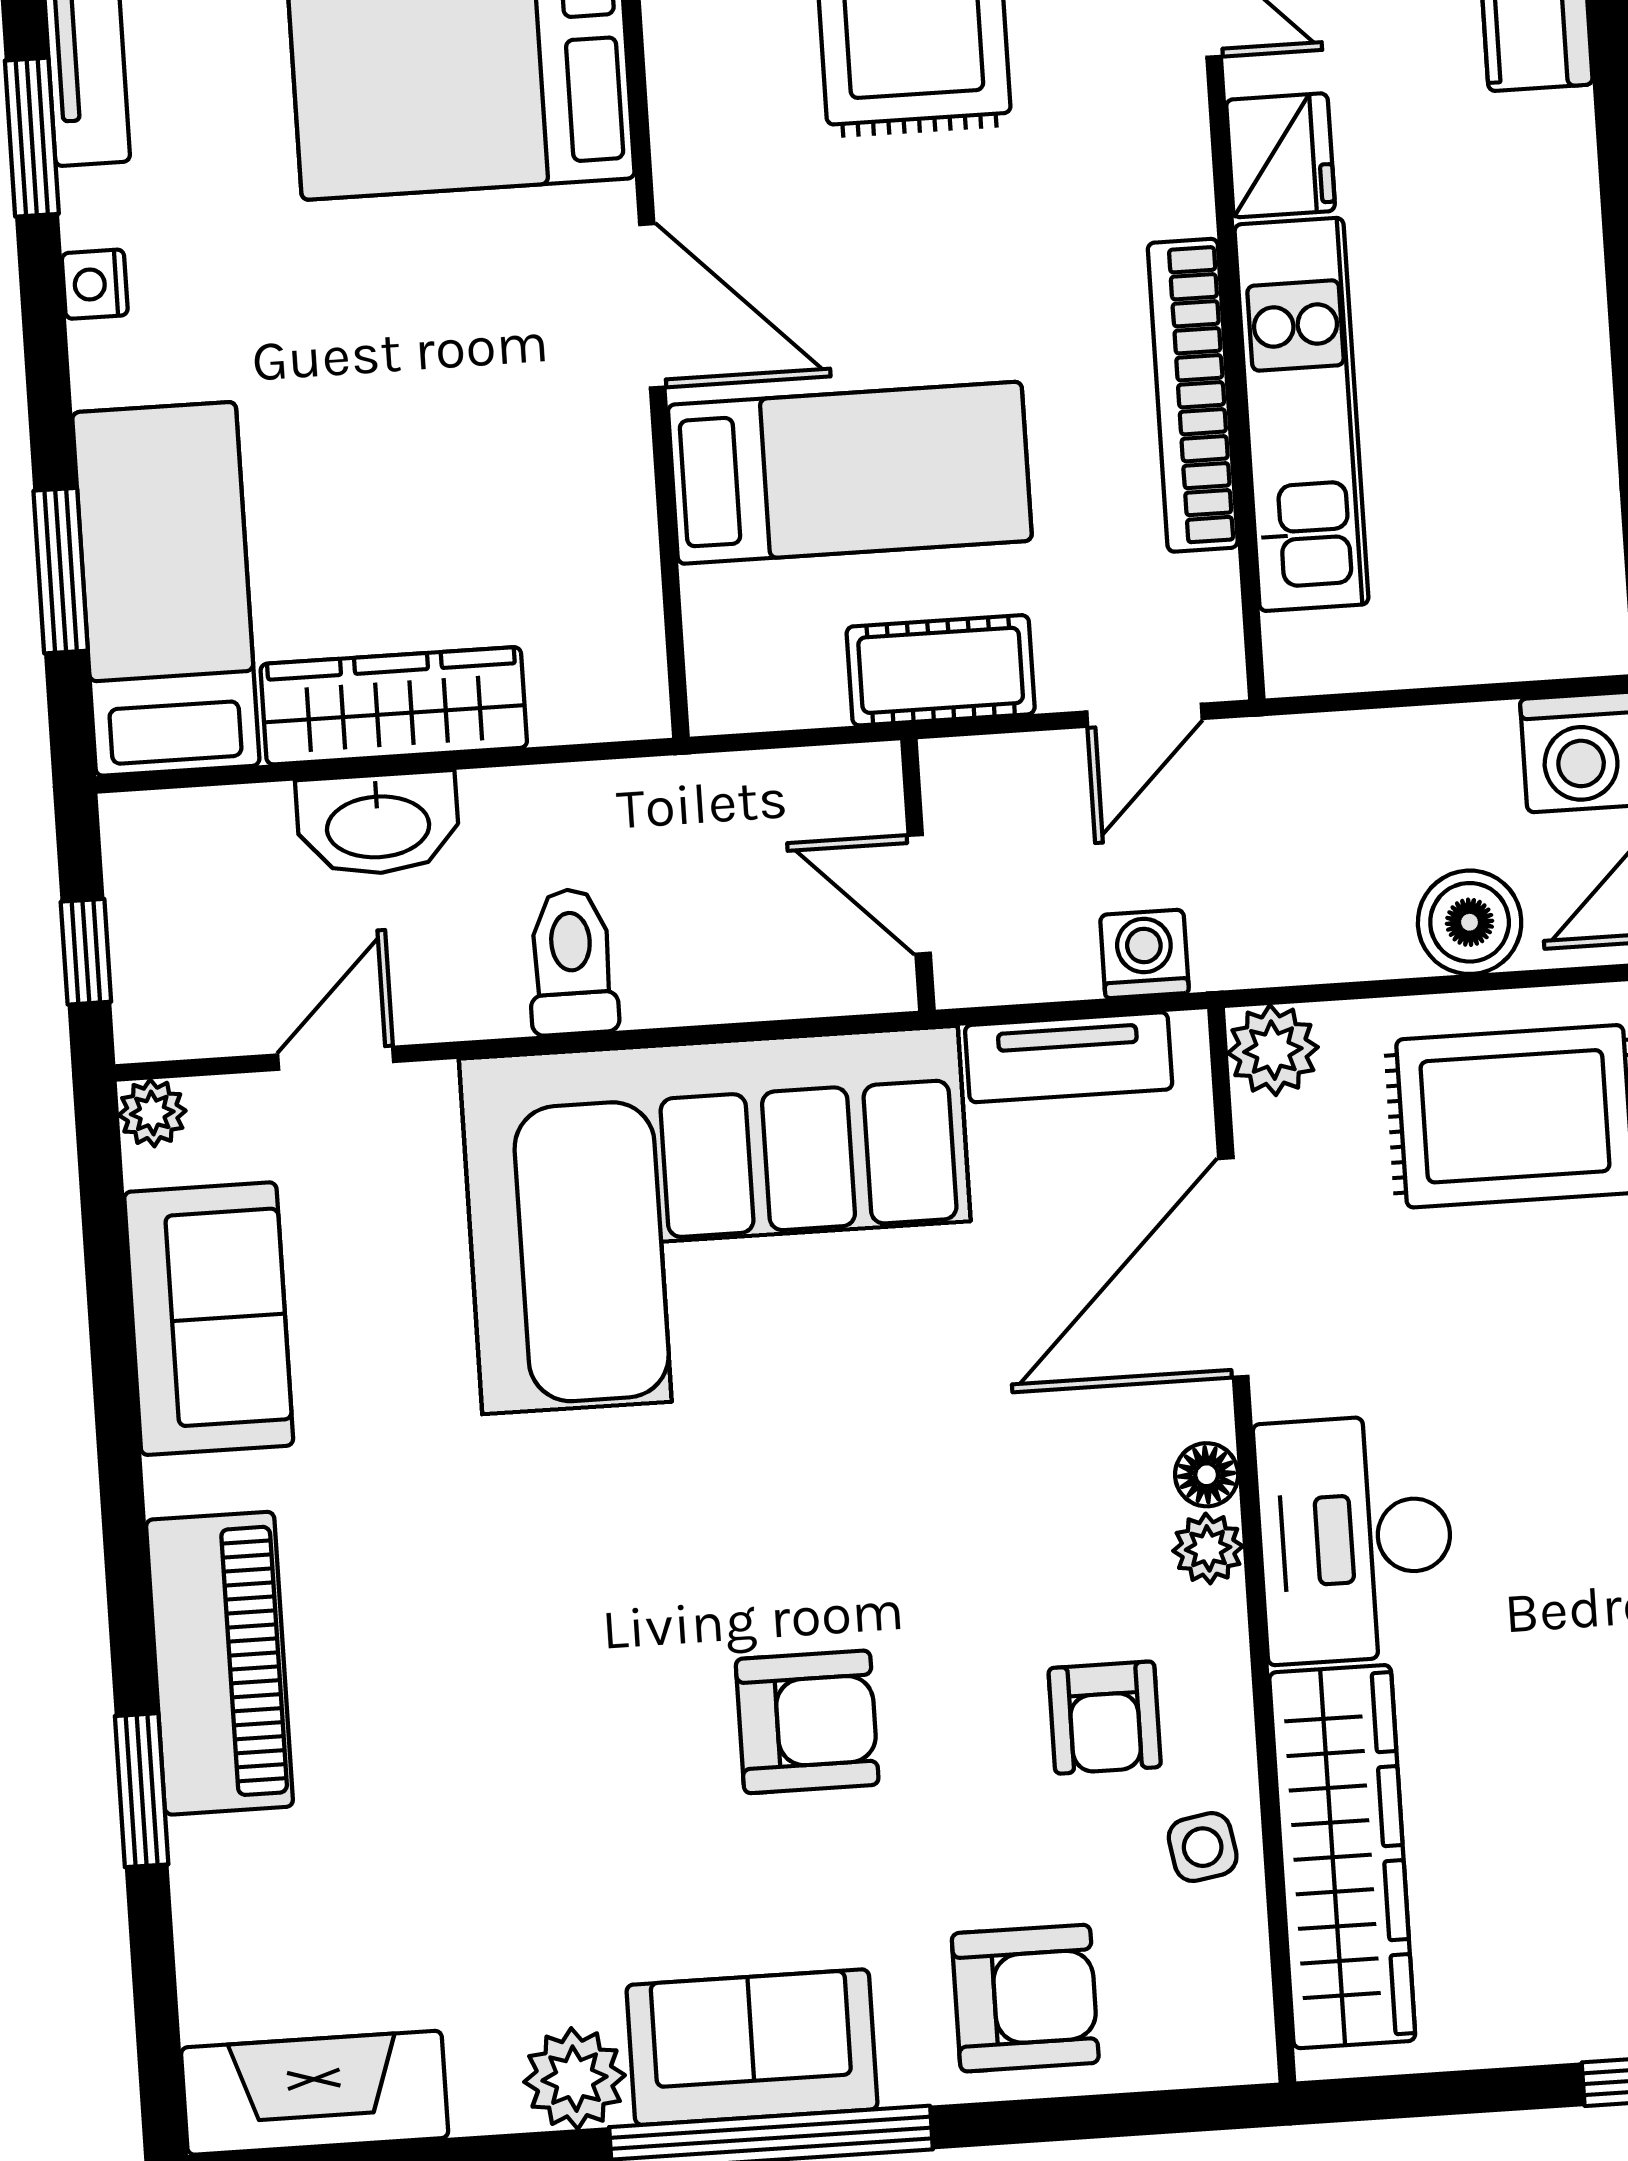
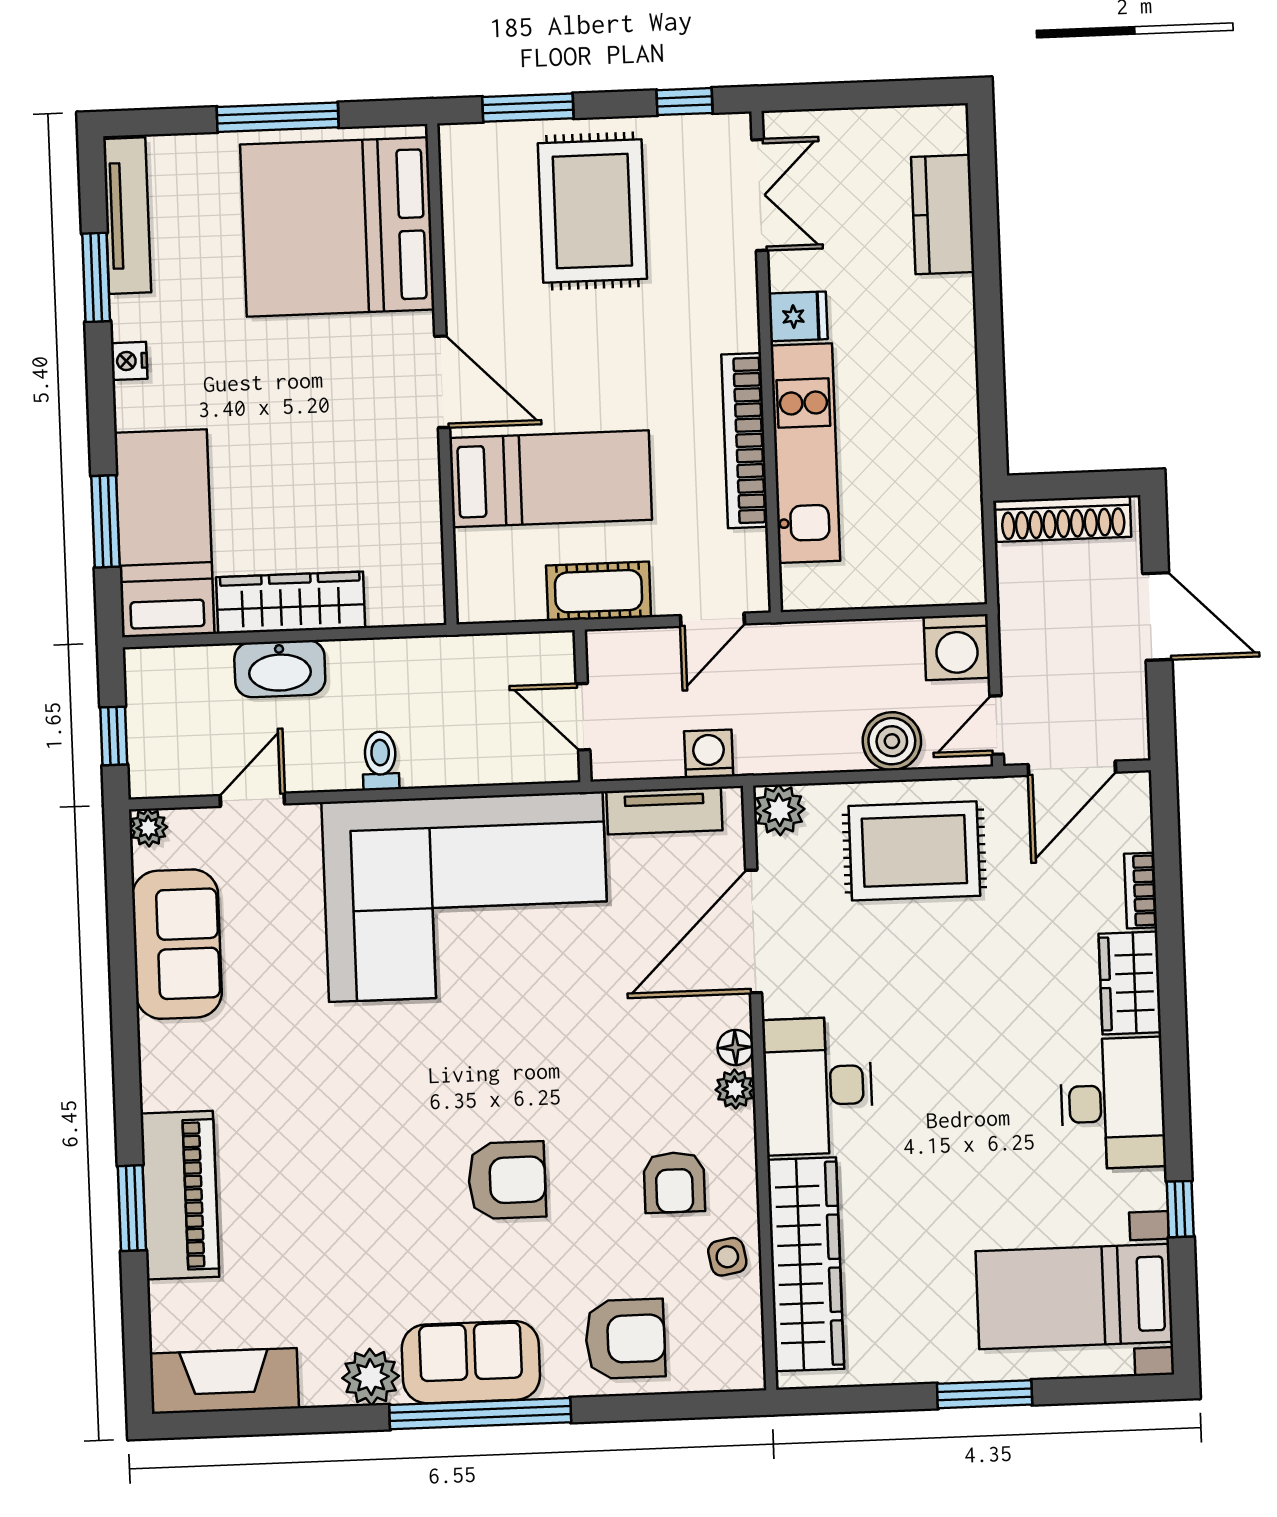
fridge: (1281, 155) -> (798, 316), width x0.72
toilet: (572, 962) -> (380, 761), width x0.73, depth x0.72
piano: (219, 1663) -> (180, 1195), moved

